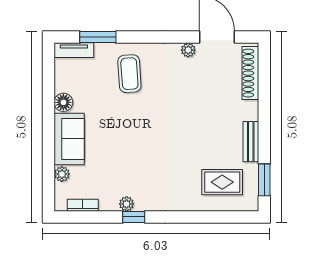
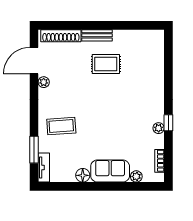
bench: (251, 142) -> (97, 35), moved
window: (264, 180) -> (141, 25), removed
rug: (222, 182) -> (106, 64), moved, turned 90

